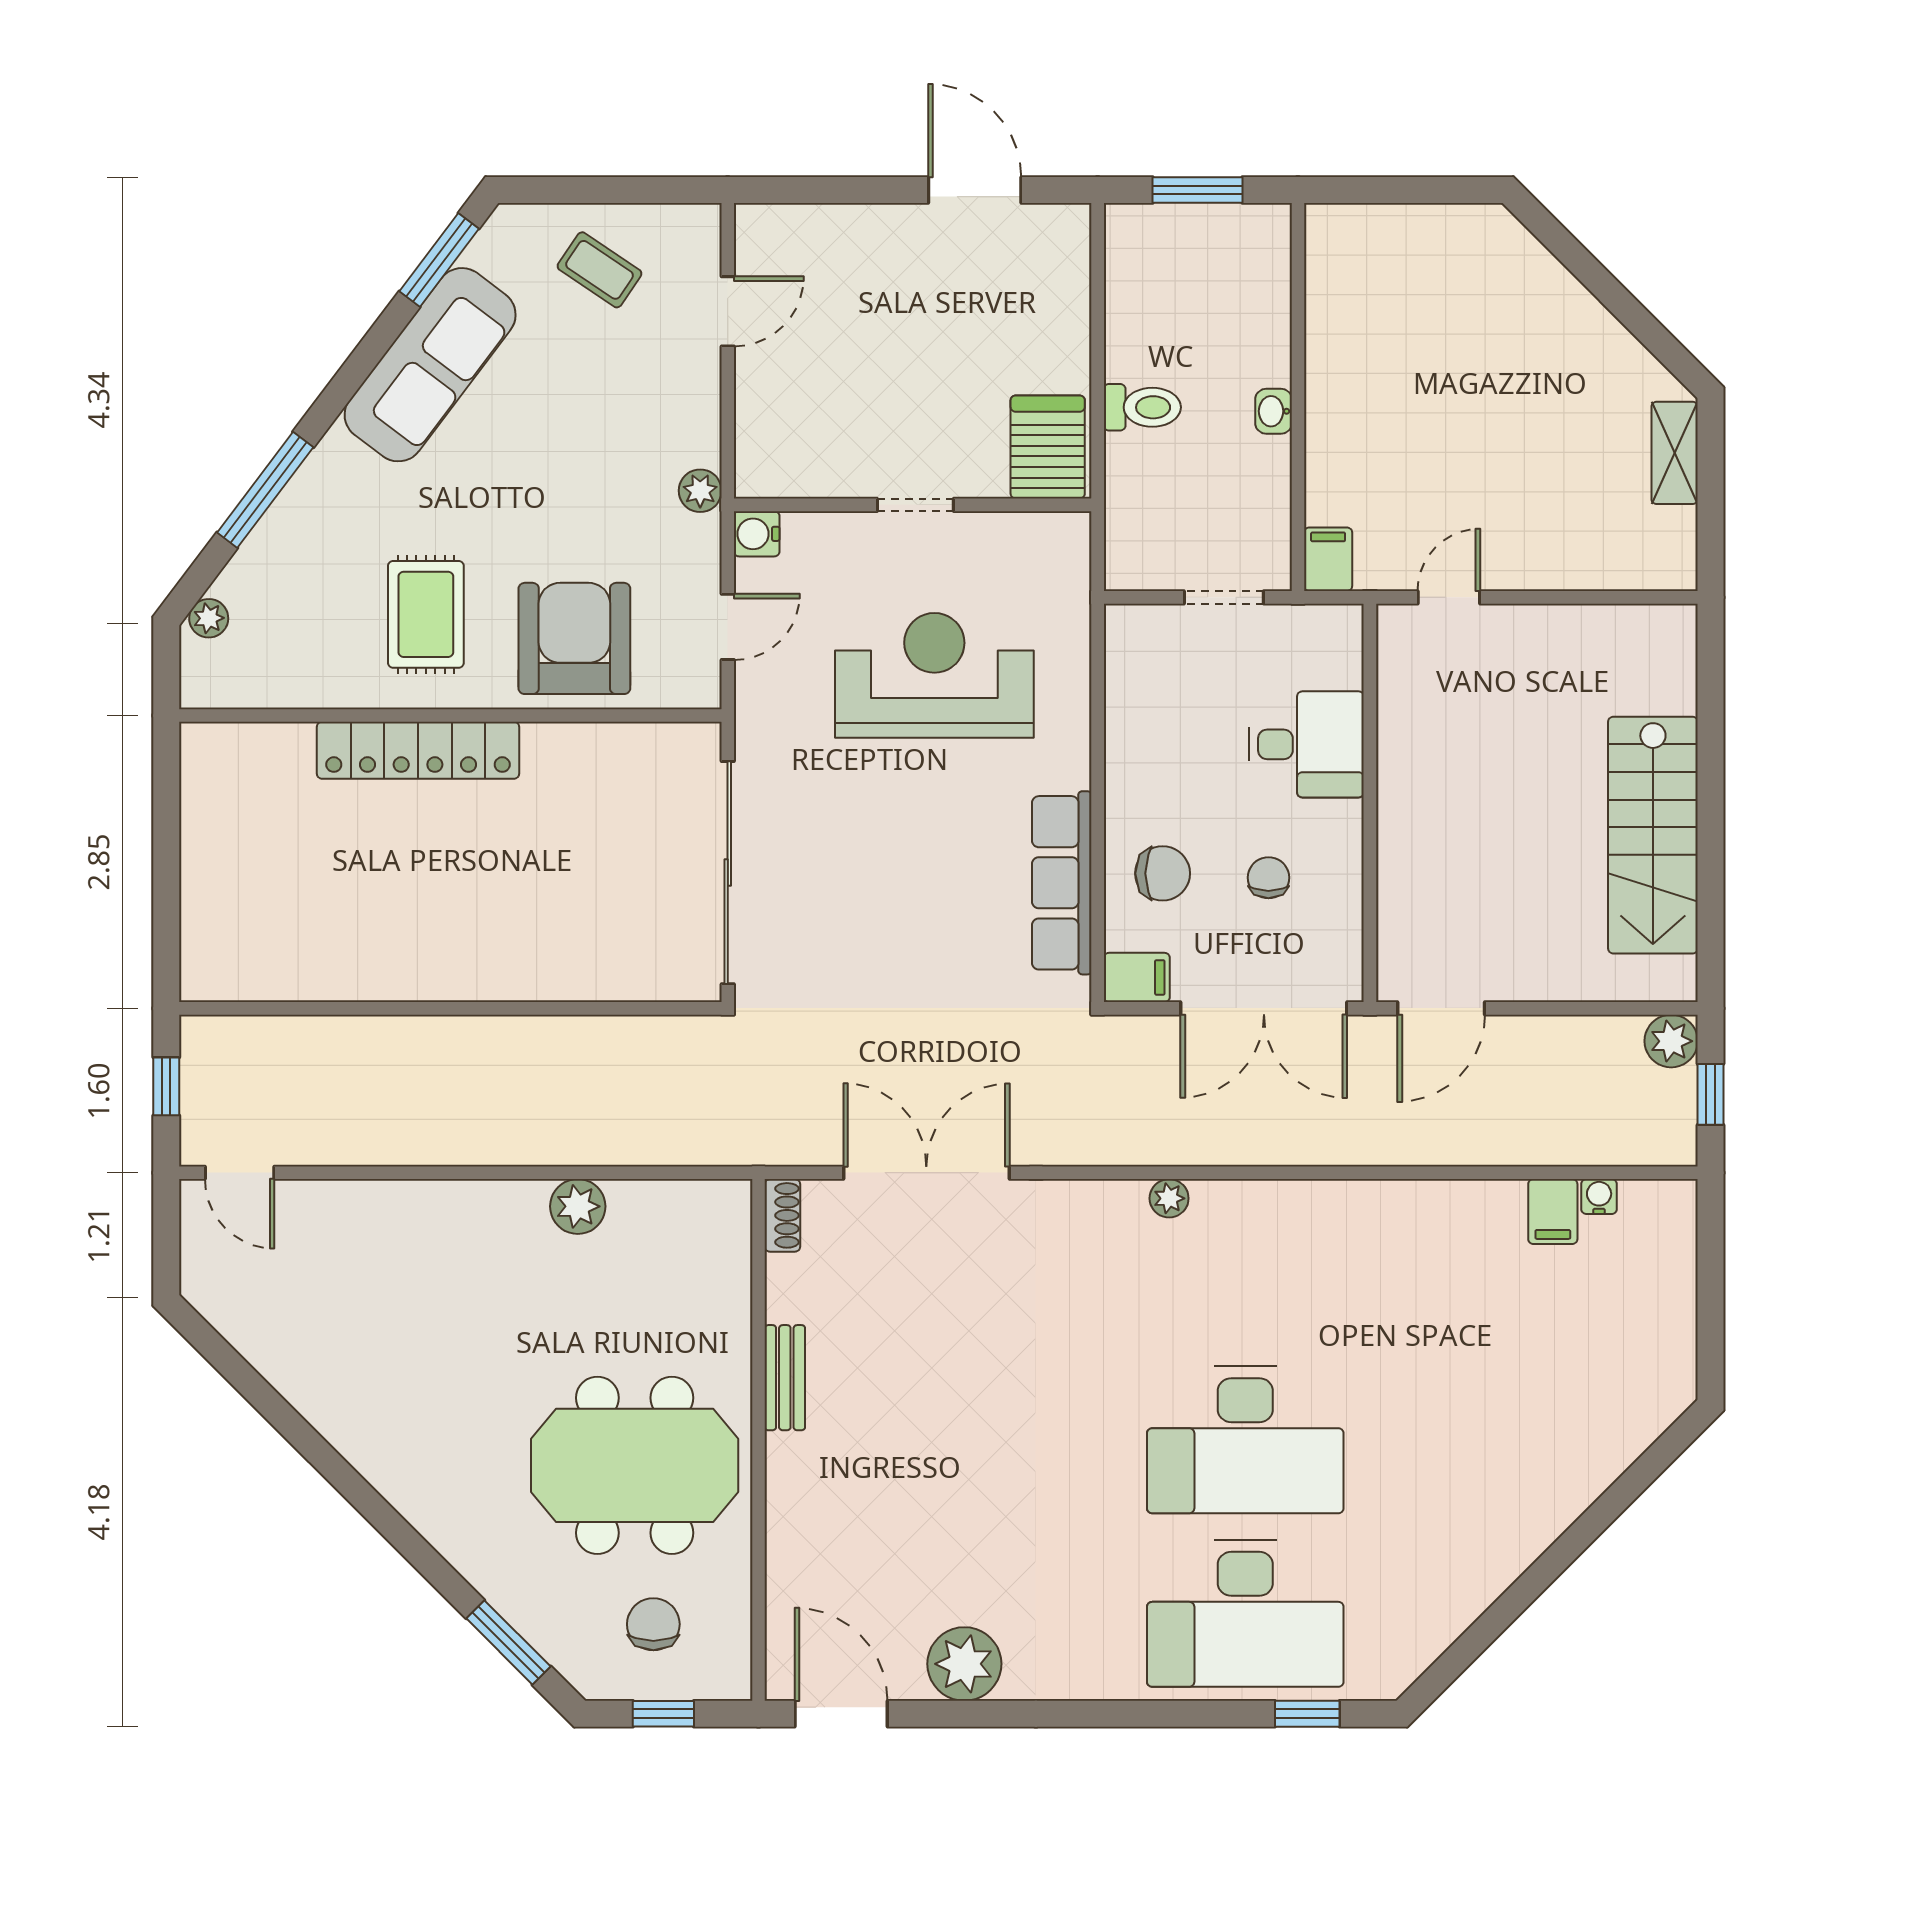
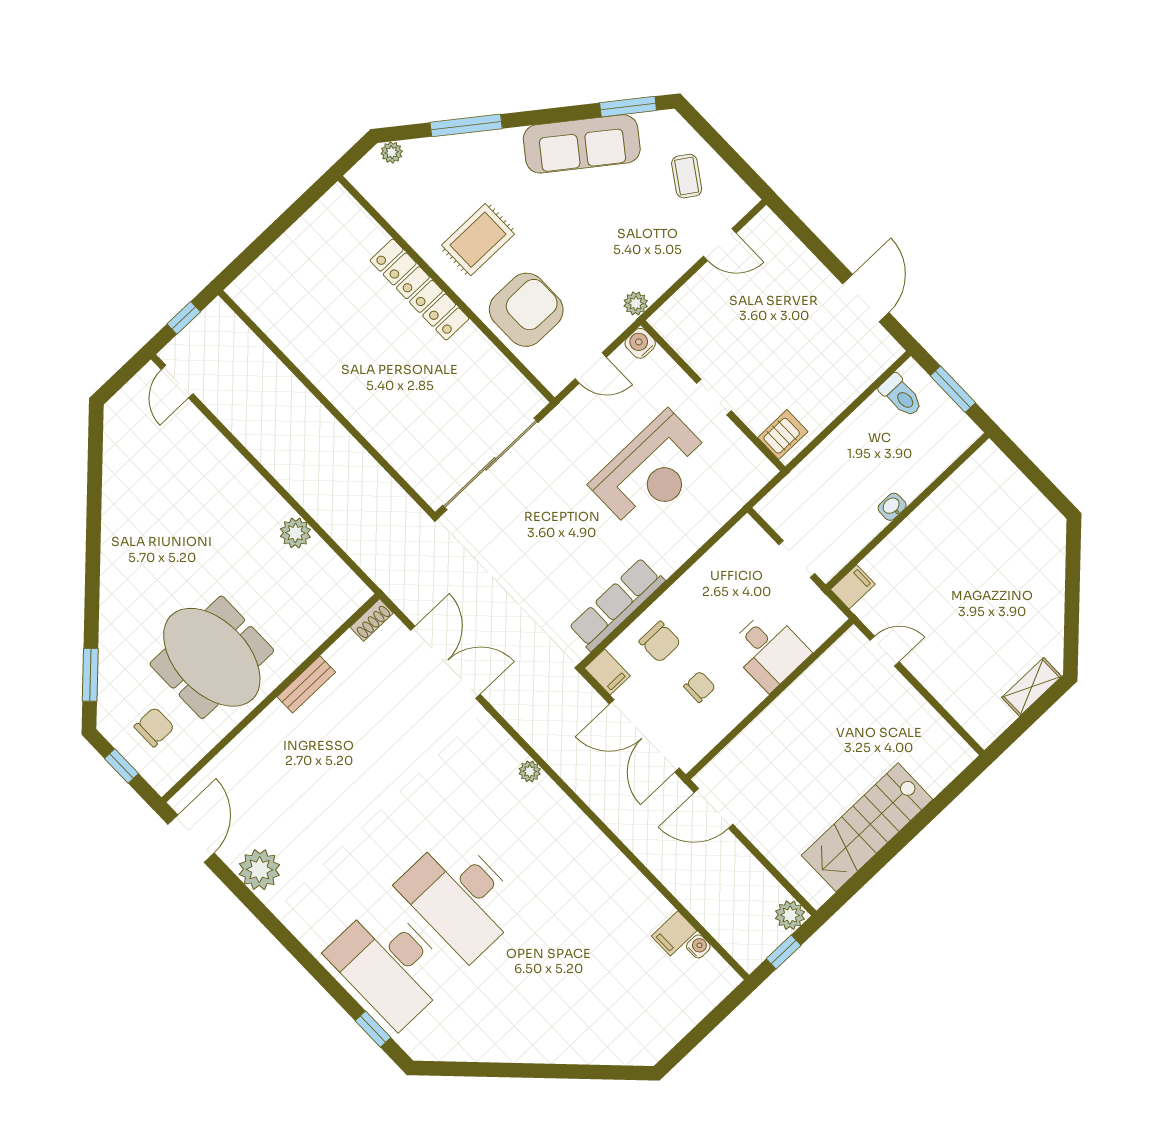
toilet: (1142, 407) -> (901, 396), moved
server rack: (1048, 447) -> (783, 435), width x0.73, depth x0.70
reception desk: (934, 675) -> (652, 471), turned 90

